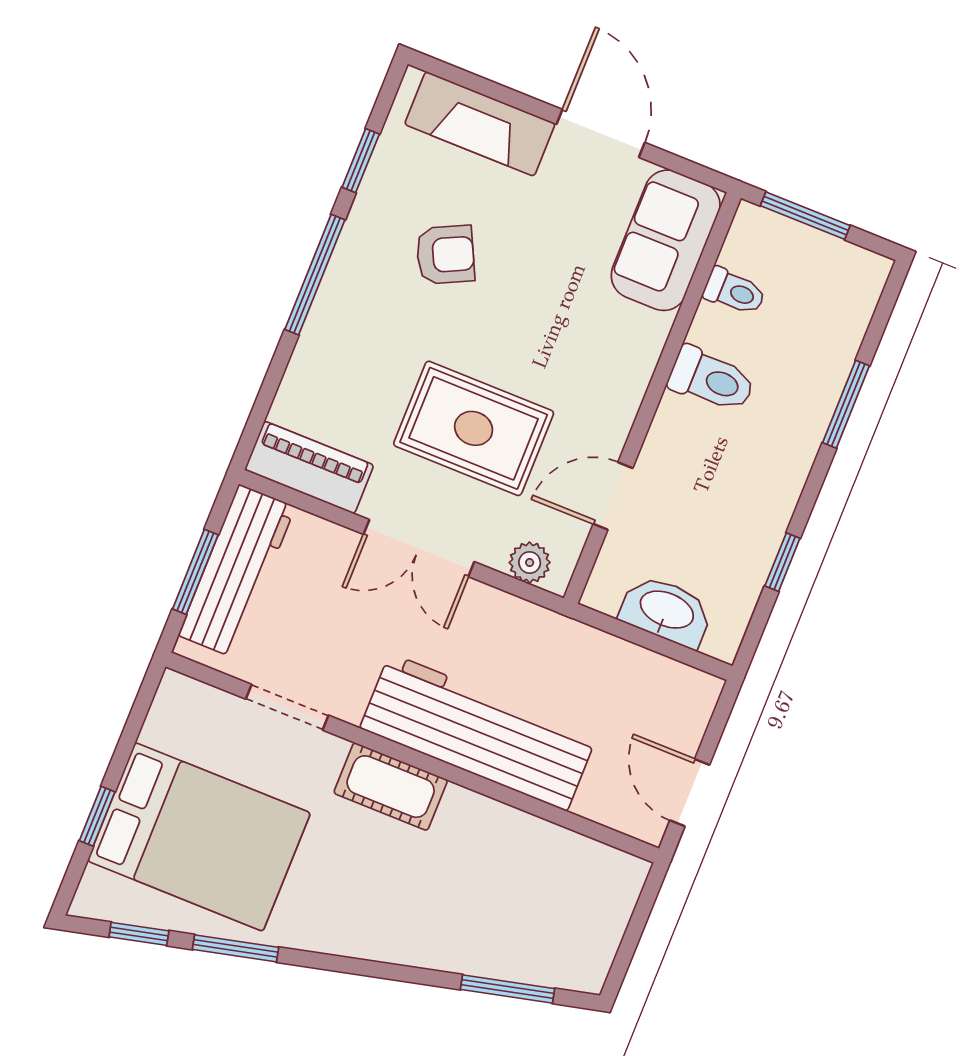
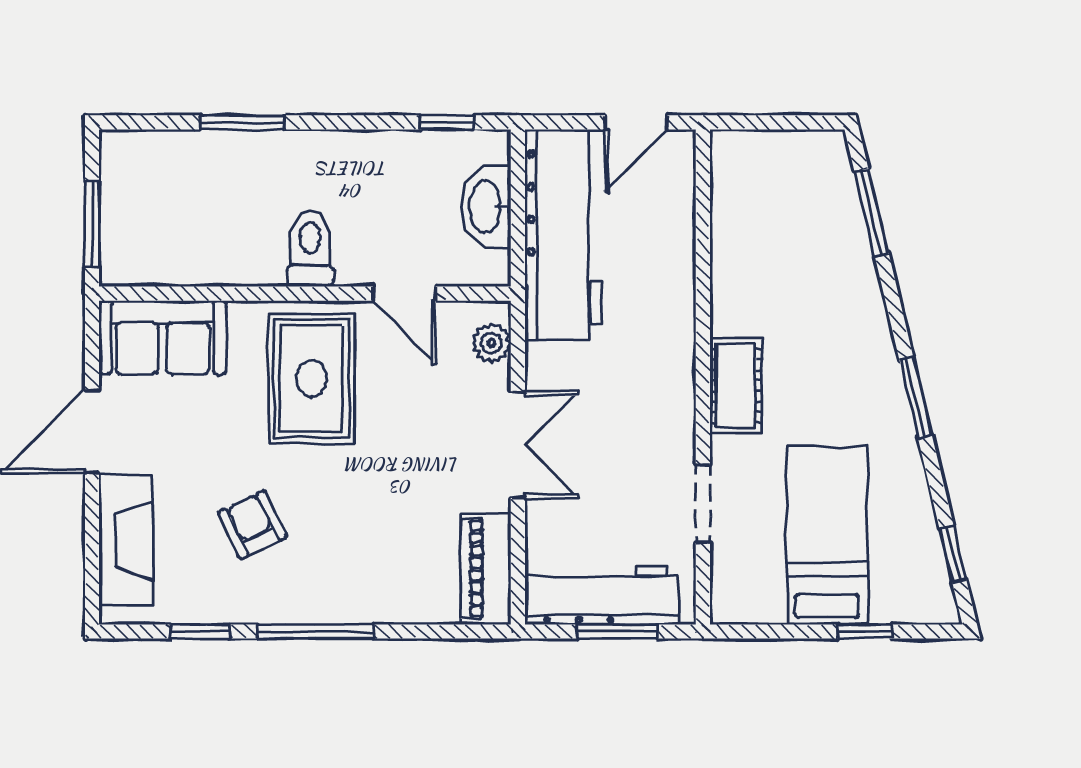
toilet: (734, 292) -> (183, 259), removed
toilet: (712, 380) -> (310, 248), moved
rug: (474, 428) -> (311, 379), moved
window: (782, 562) -> (447, 122), moved
workbench: (478, 732) -> (563, 235), moved, turned 180
bed: (199, 837) -> (827, 535), width x0.67
window: (236, 948) -> (916, 398), moved

